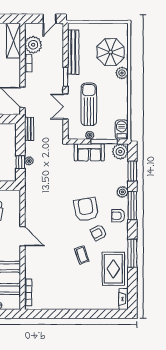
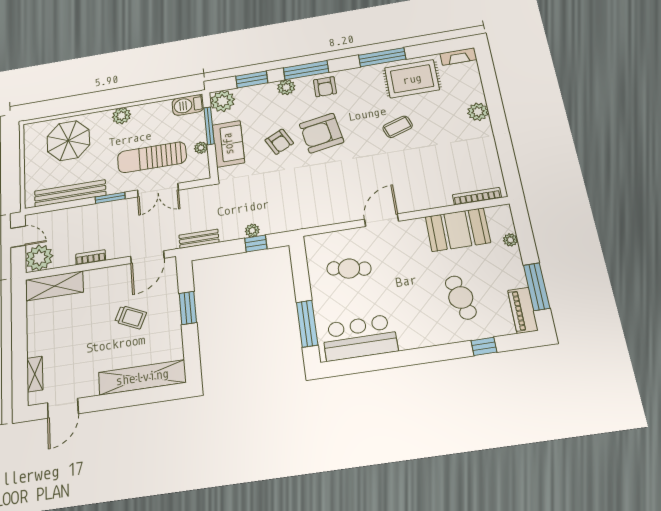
plant: (33, 45) -> (39, 258), moved
plant: (122, 73) -> (122, 116), moved
armchair: (98, 233) -> (279, 142), moved
plant: (83, 303) -> (478, 112), added

